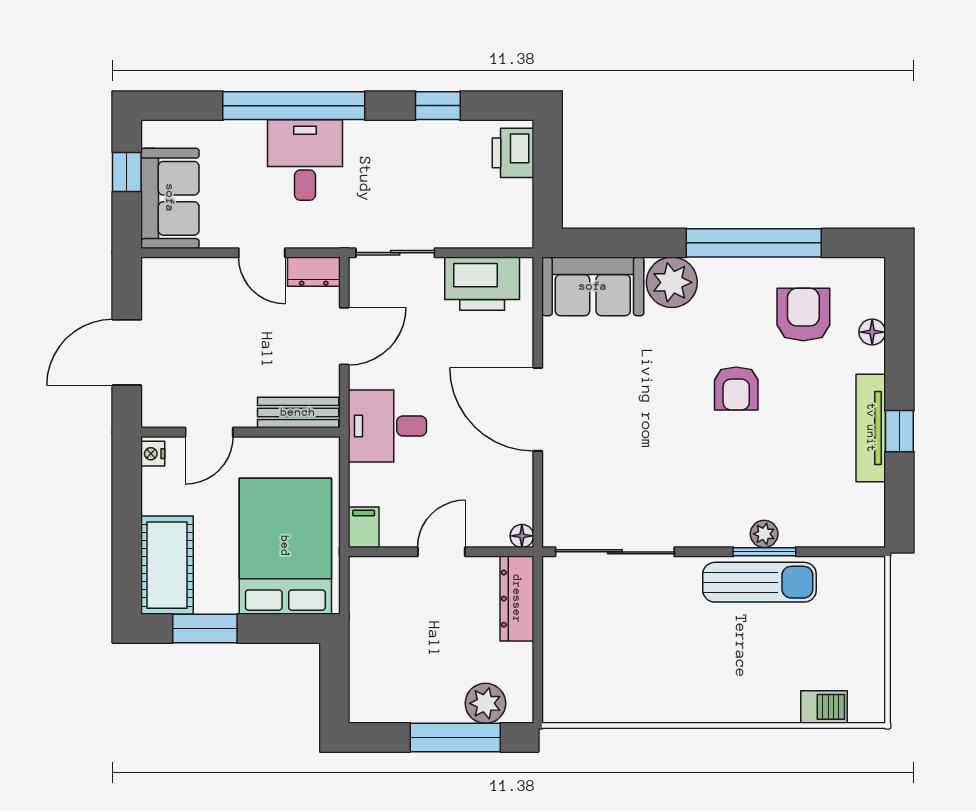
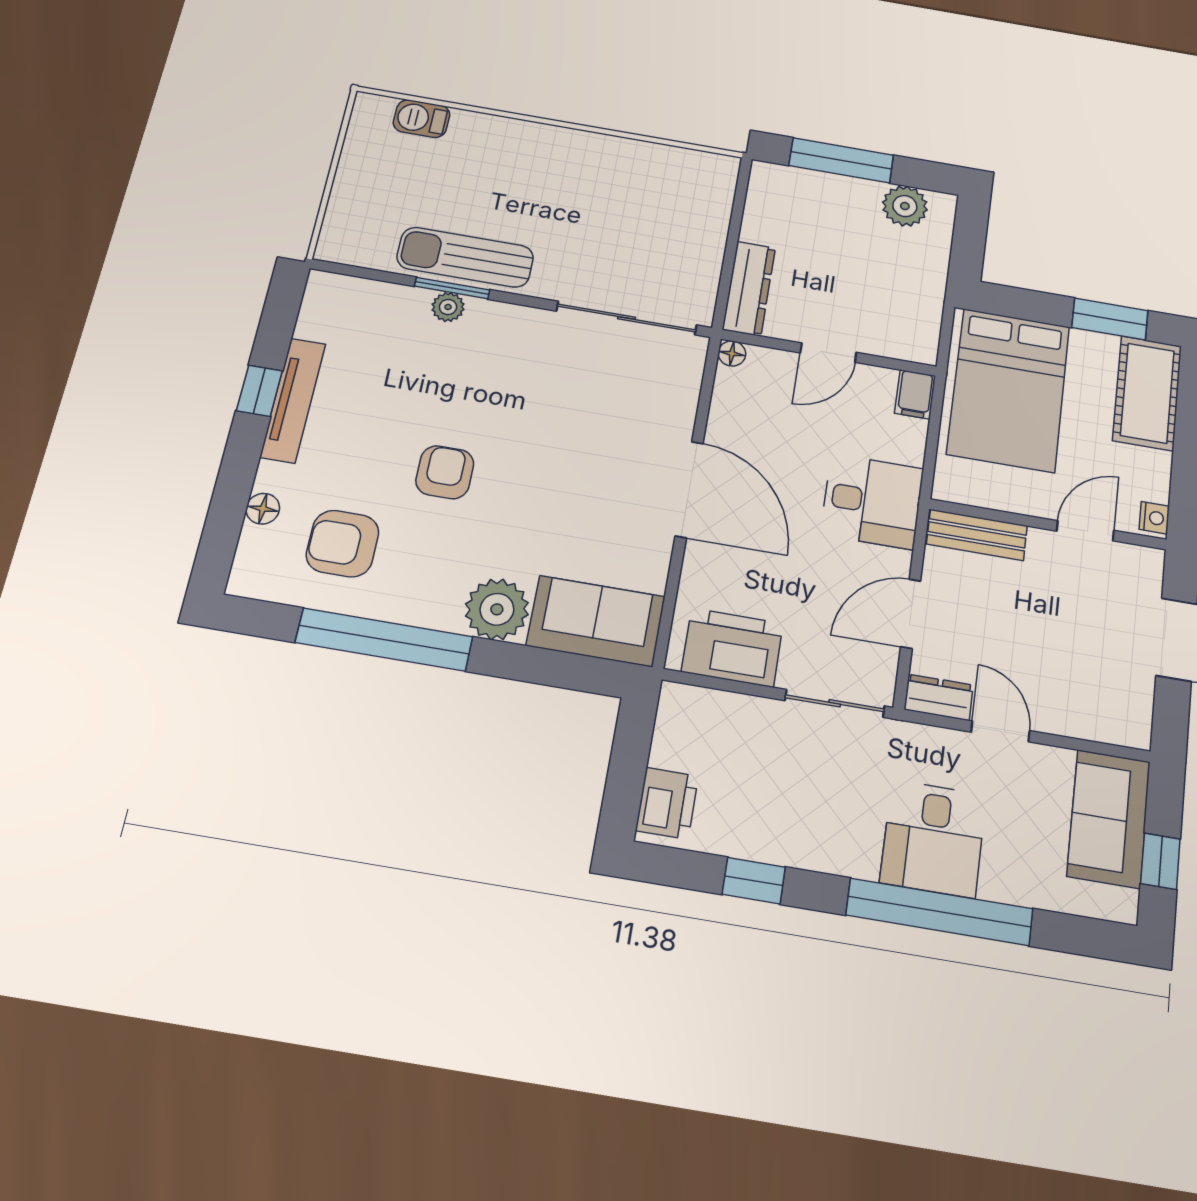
armchair: (803, 314) -> (343, 544), turned 90
plant: (485, 703) -> (905, 206), moved

